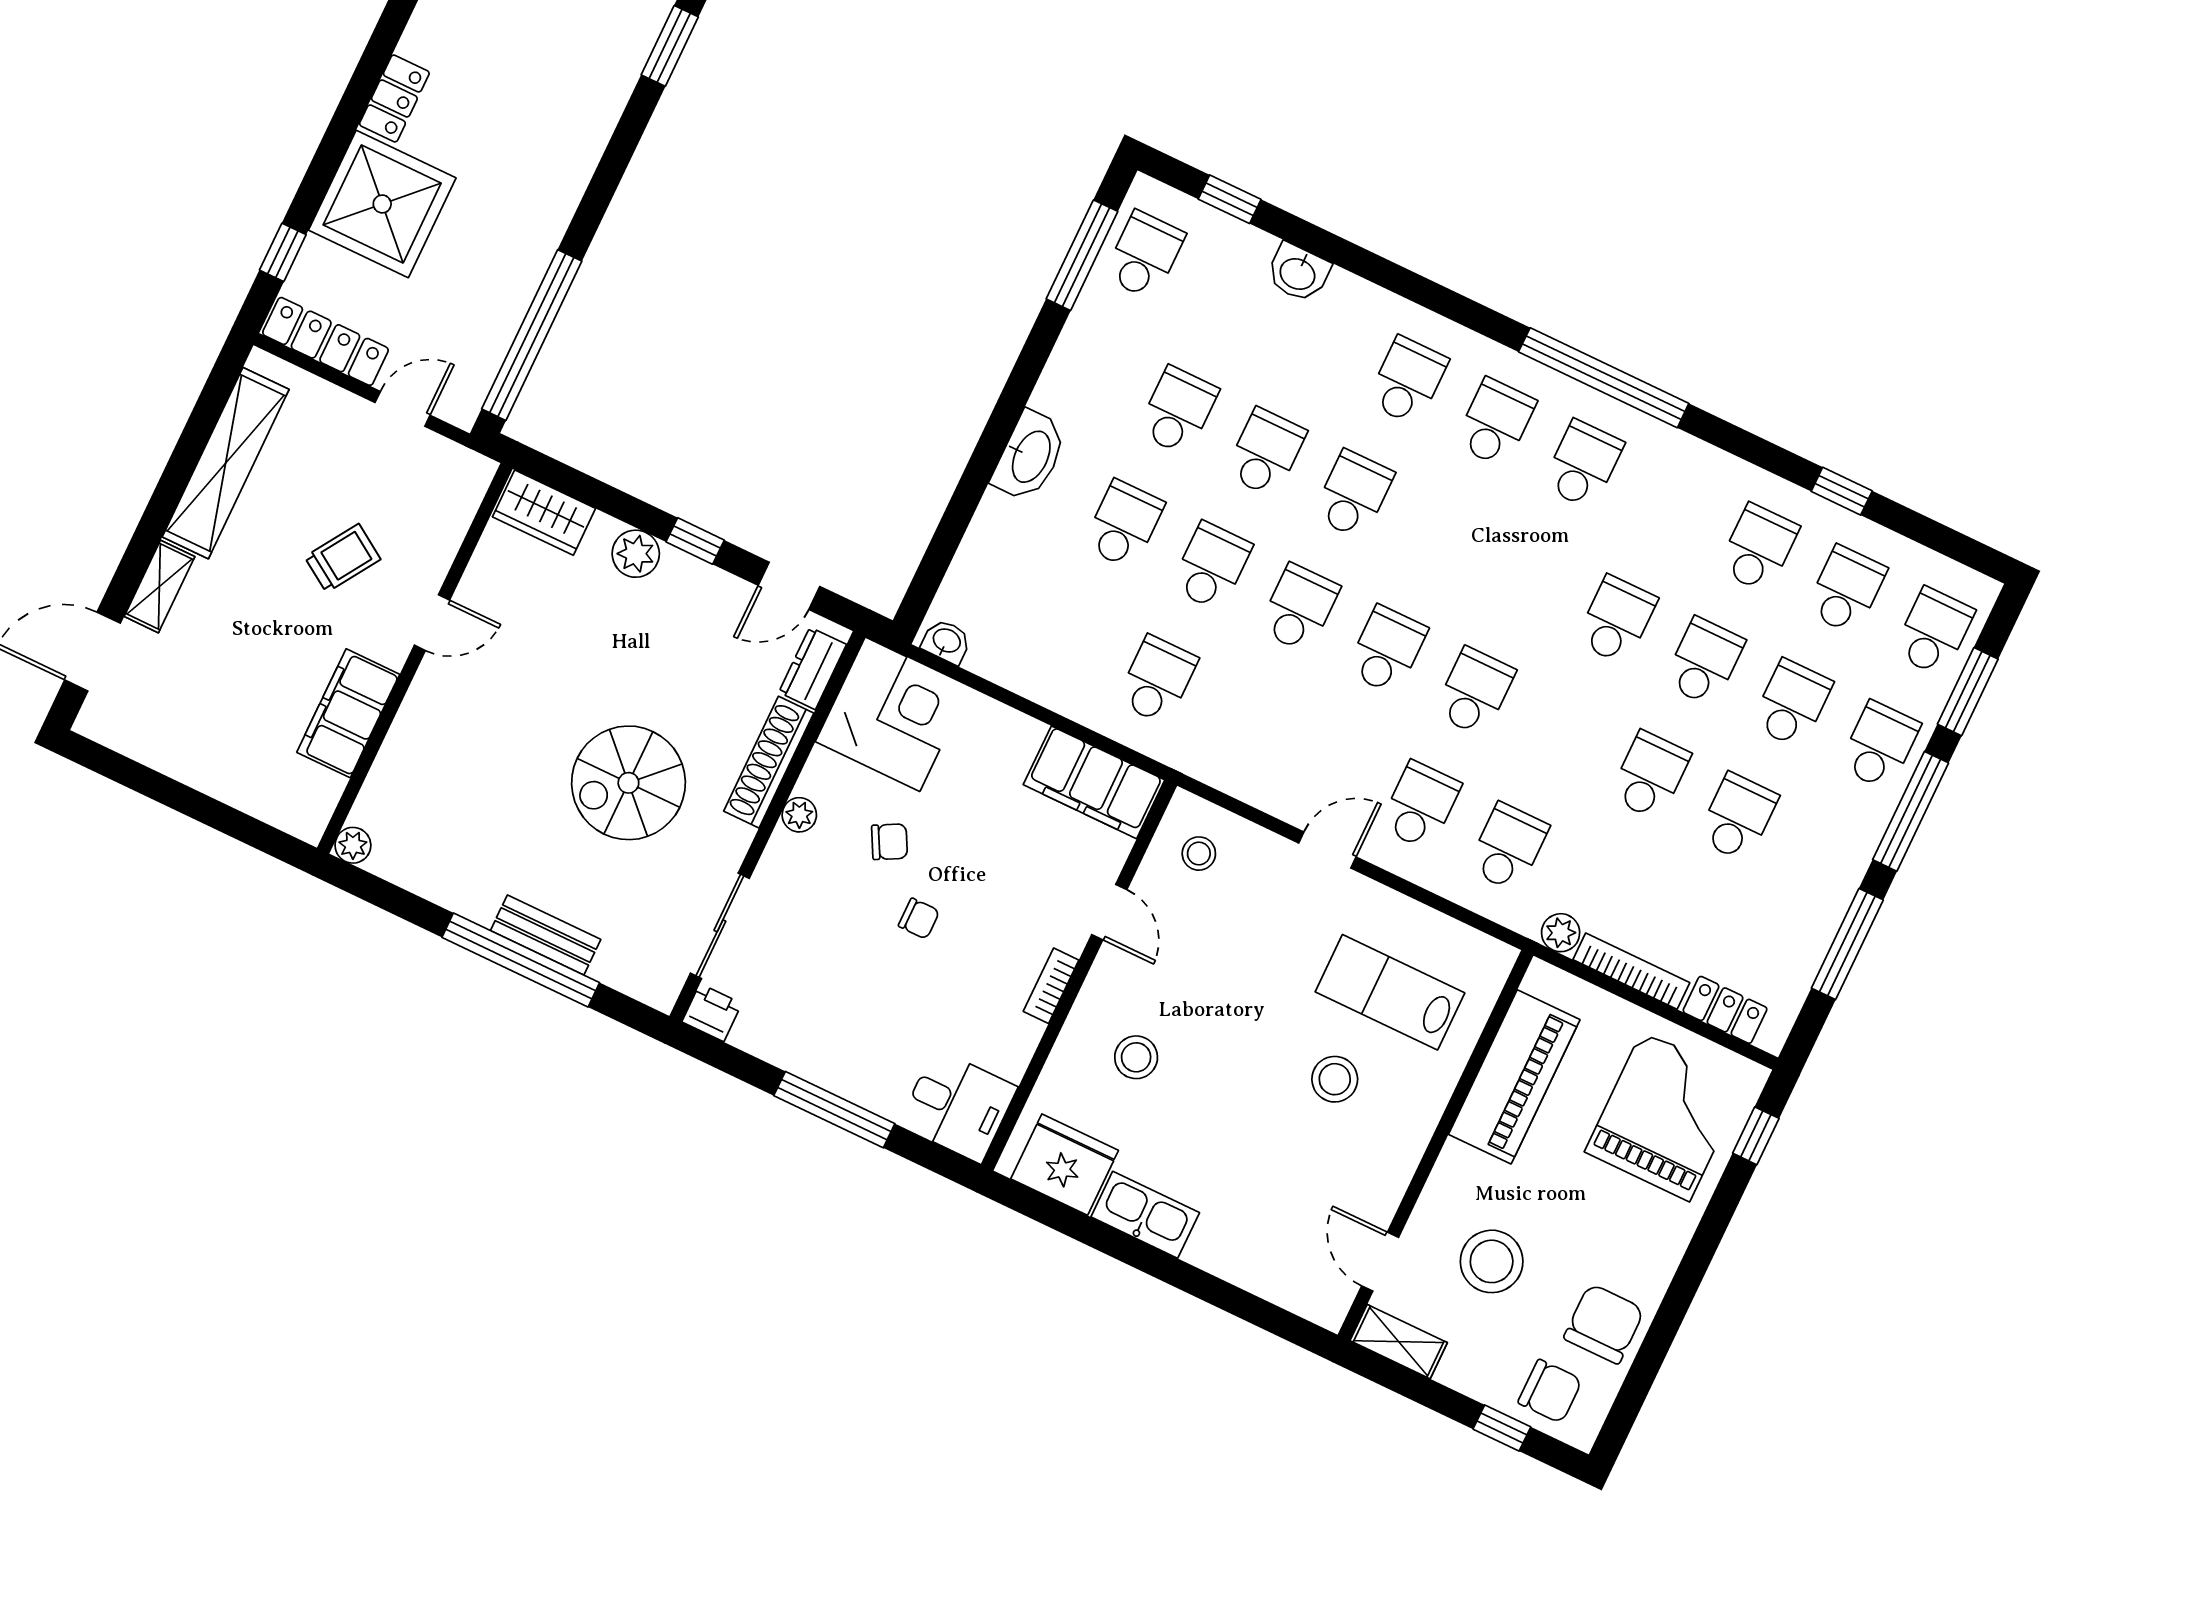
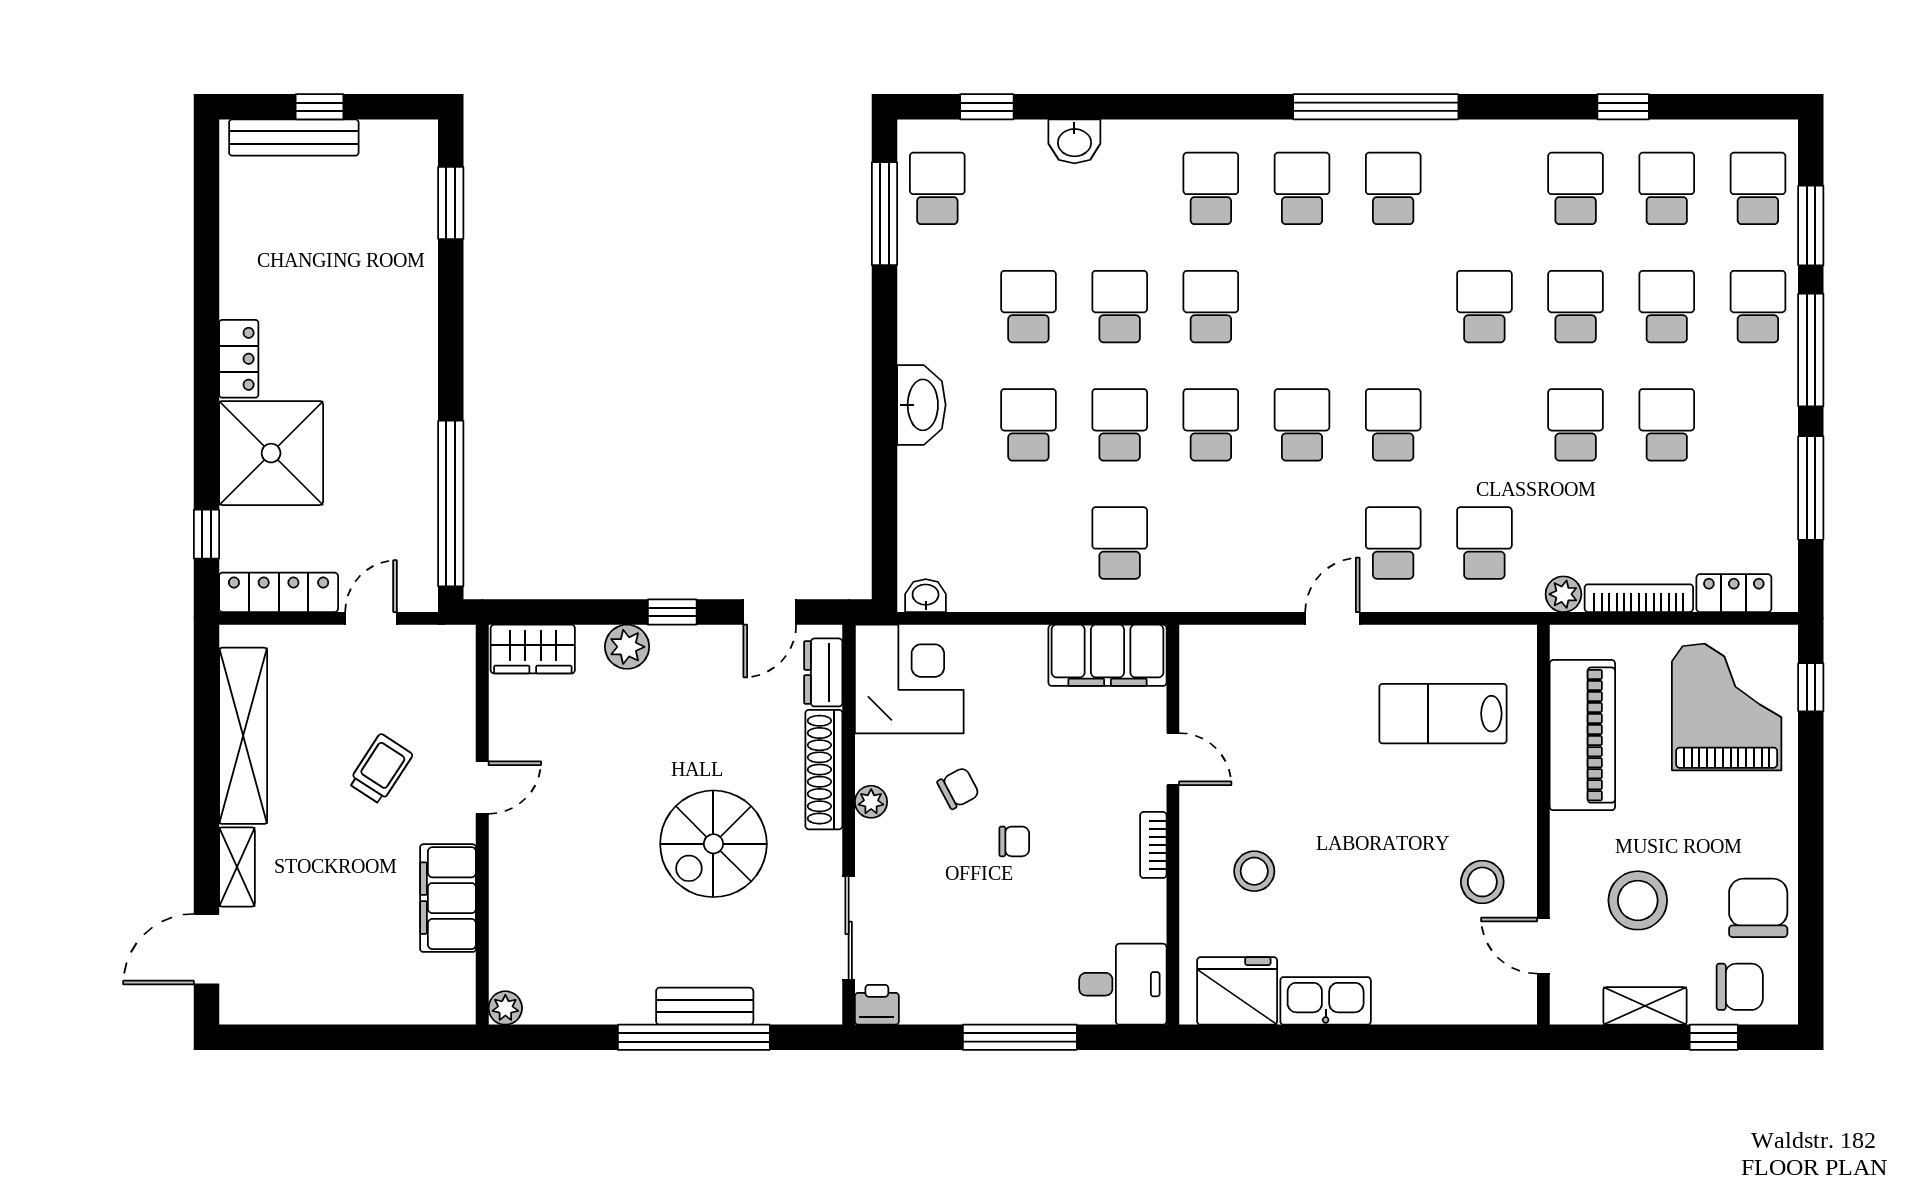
stool: (1199, 854) -> (1225, 673), removed
stool: (1335, 1079) -> (1482, 882), moved
shelving: (1399, 1342) -> (1645, 1006), moved

